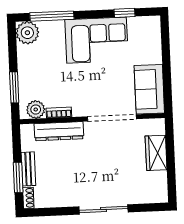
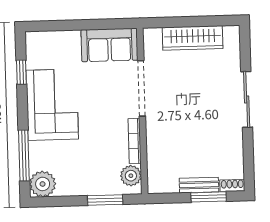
bookcase: (59, 113) -> (135, 141), width x1.56
dresser: (59, 131) -> (156, 149), removed
wardrobe: (156, 153) -> (193, 38), width x1.50

